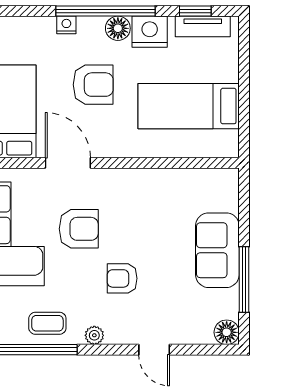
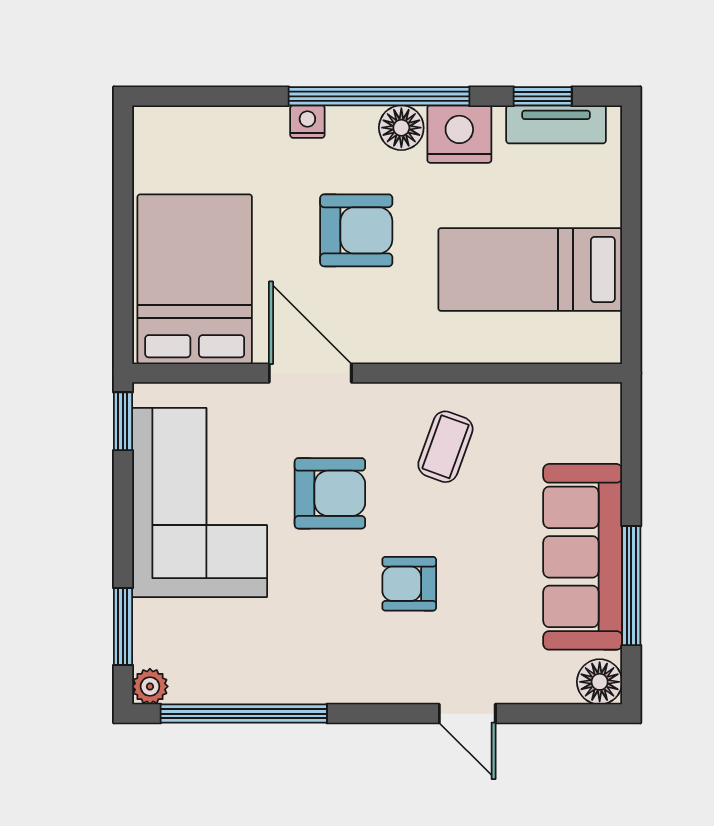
sofa: (217, 250) -> (583, 557), width x1.36
coffee table: (47, 323) -> (445, 447), moved, turned -70
plant: (94, 335) -> (358, 687), removed

